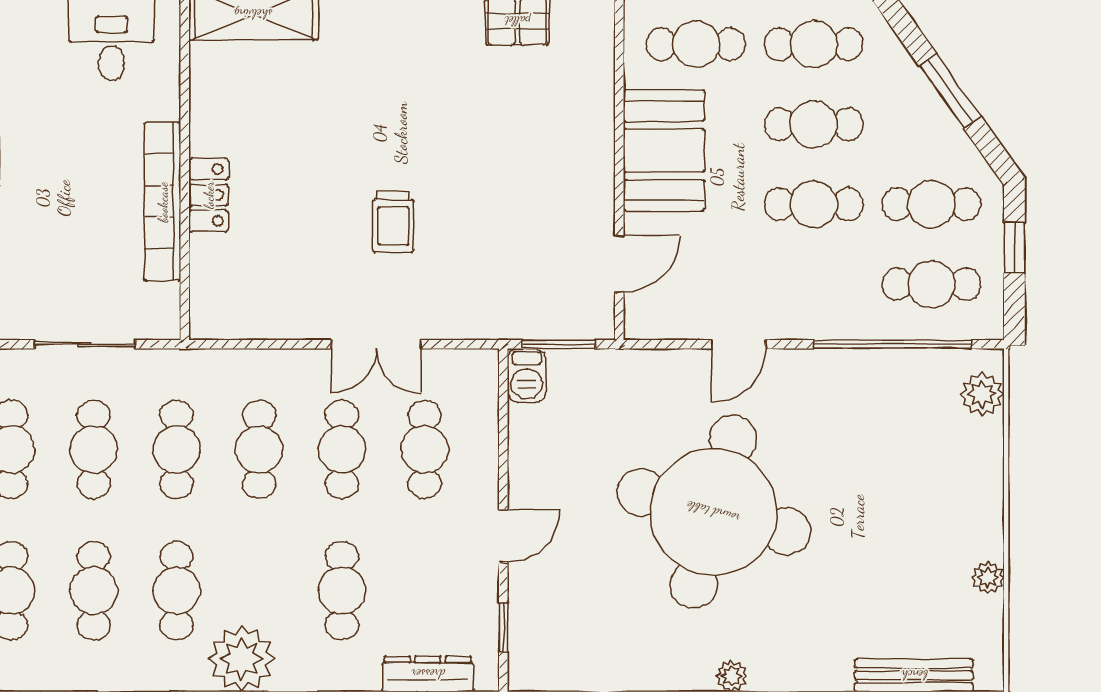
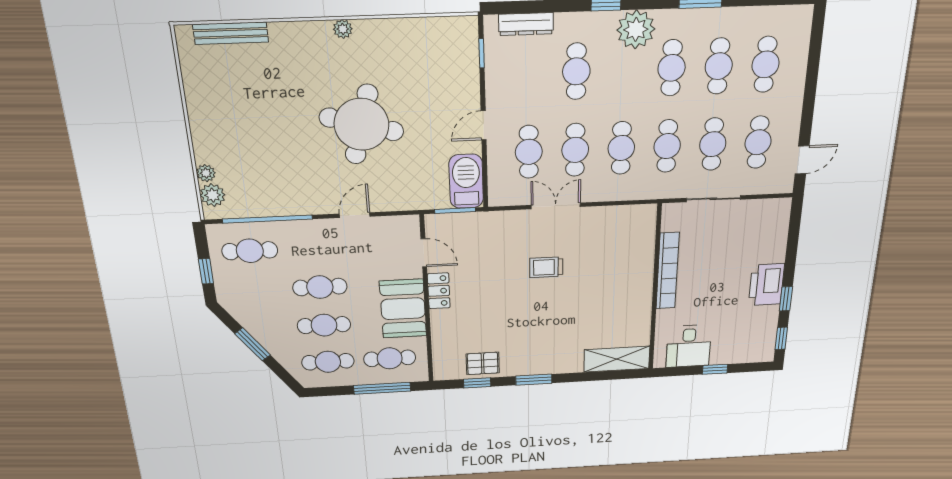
locker: (209, 195) -> (439, 291), moved, turned 180
cafe table: (932, 204) -> (255, 290), removed
trolley: (393, 222) -> (546, 267), turned -90
door: (619, 264) -> (424, 253), swing flipped
barbecue: (527, 375) -> (466, 181), width x1.88, depth x1.53
round table: (713, 512) -> (362, 124), width x0.73, depth x0.73
door: (503, 536) -> (484, 125), moved
plant: (988, 578) -> (206, 173), moved

